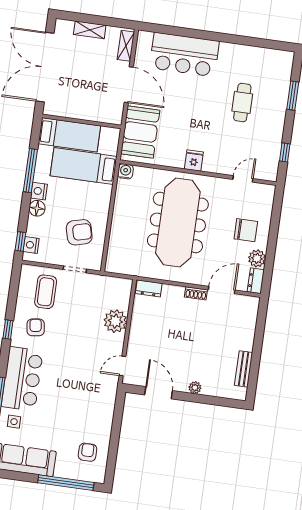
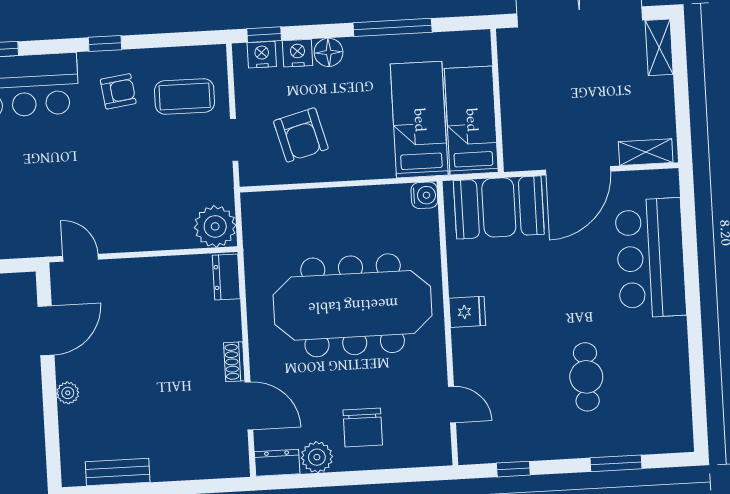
shelving: (90, 30) -> (659, 47), moved
cafe table: (242, 103) -> (586, 377), turned 90
bed: (69, 135) -> (471, 120), moved, turned 180
nightstand: (39, 191) -> (298, 53), moved
plant: (115, 321) -> (215, 226), moved

